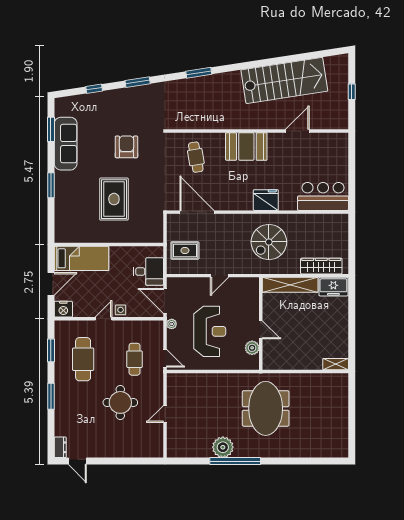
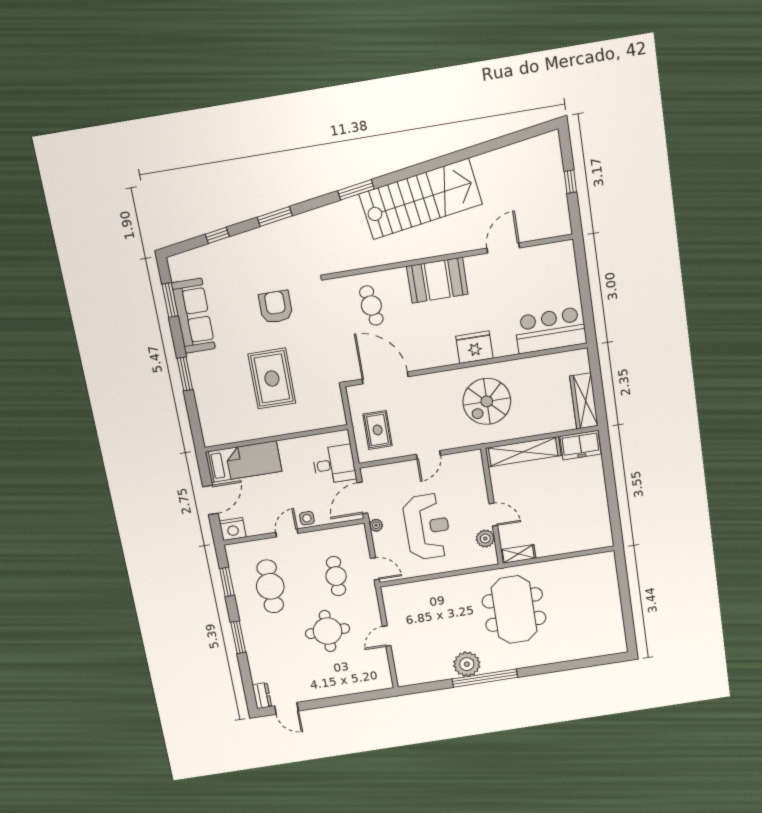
stairs: (284, 80) -> (421, 199), moved
rug: (185, 250) -> (378, 430), turned 90
wardrobe: (321, 266) -> (584, 401), moved, turned -90
door: (165, 301) -> (362, 498), hinge flipped
shelving: (336, 364) -> (518, 554), moved

